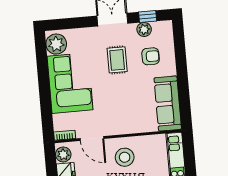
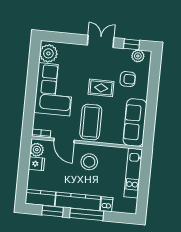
plant: (144, 29) -> (138, 56), moved
rug: (117, 60) -> (101, 88), moved, turned 90
coffee table: (118, 112) -> (91, 122), added

